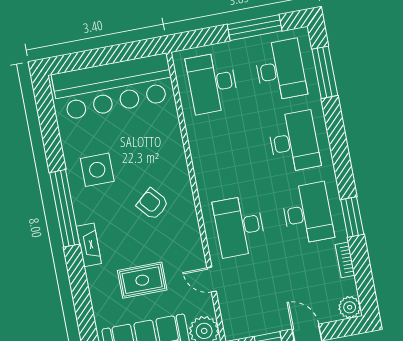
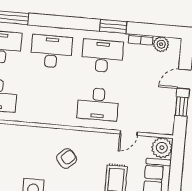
armchair: (153, 204) -> (67, 158), turned 180
plant: (350, 307) -> (161, 44), moved

